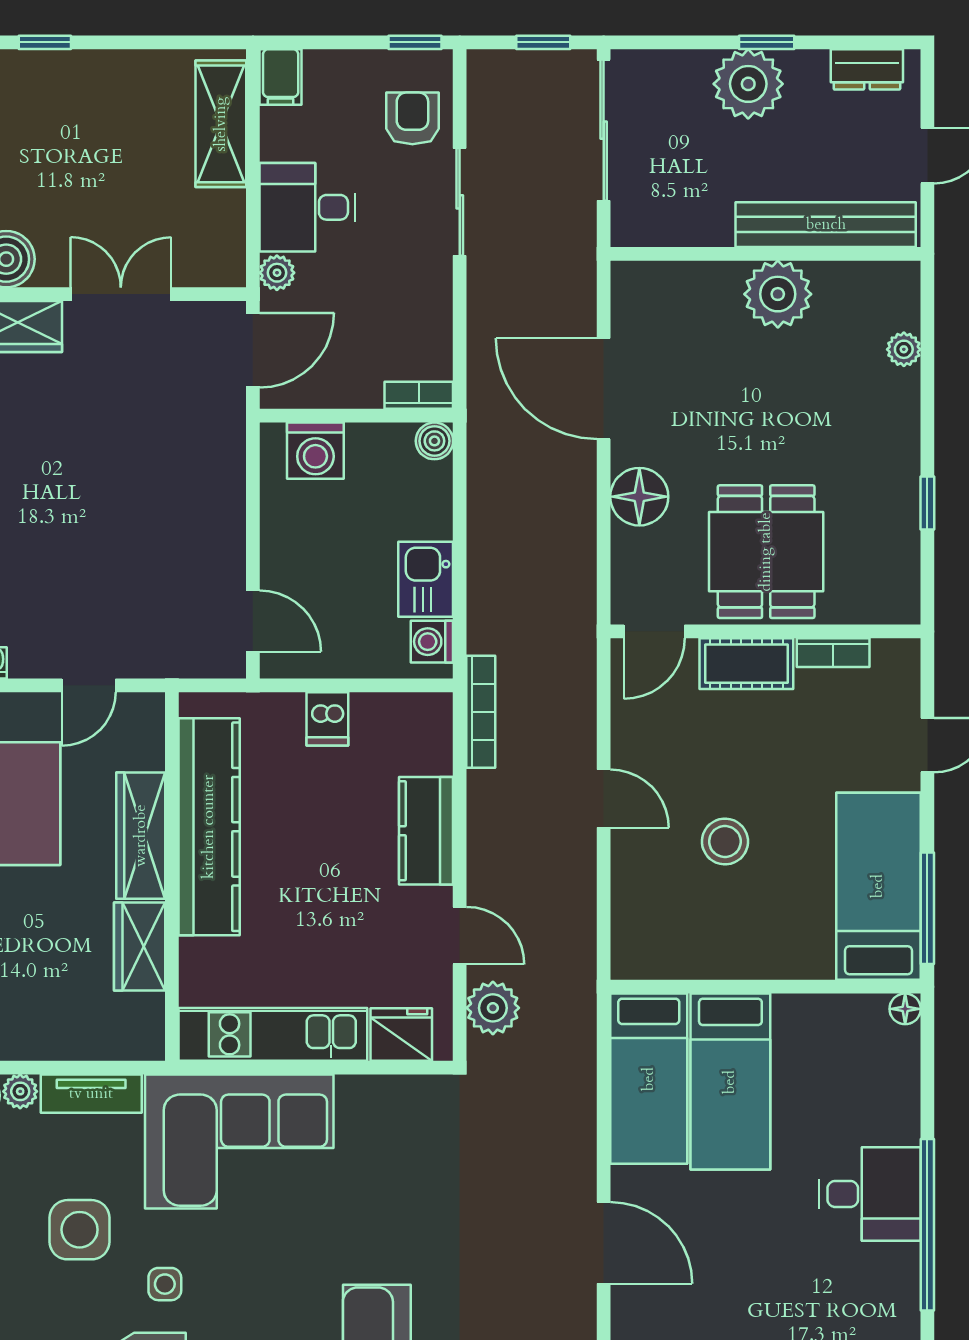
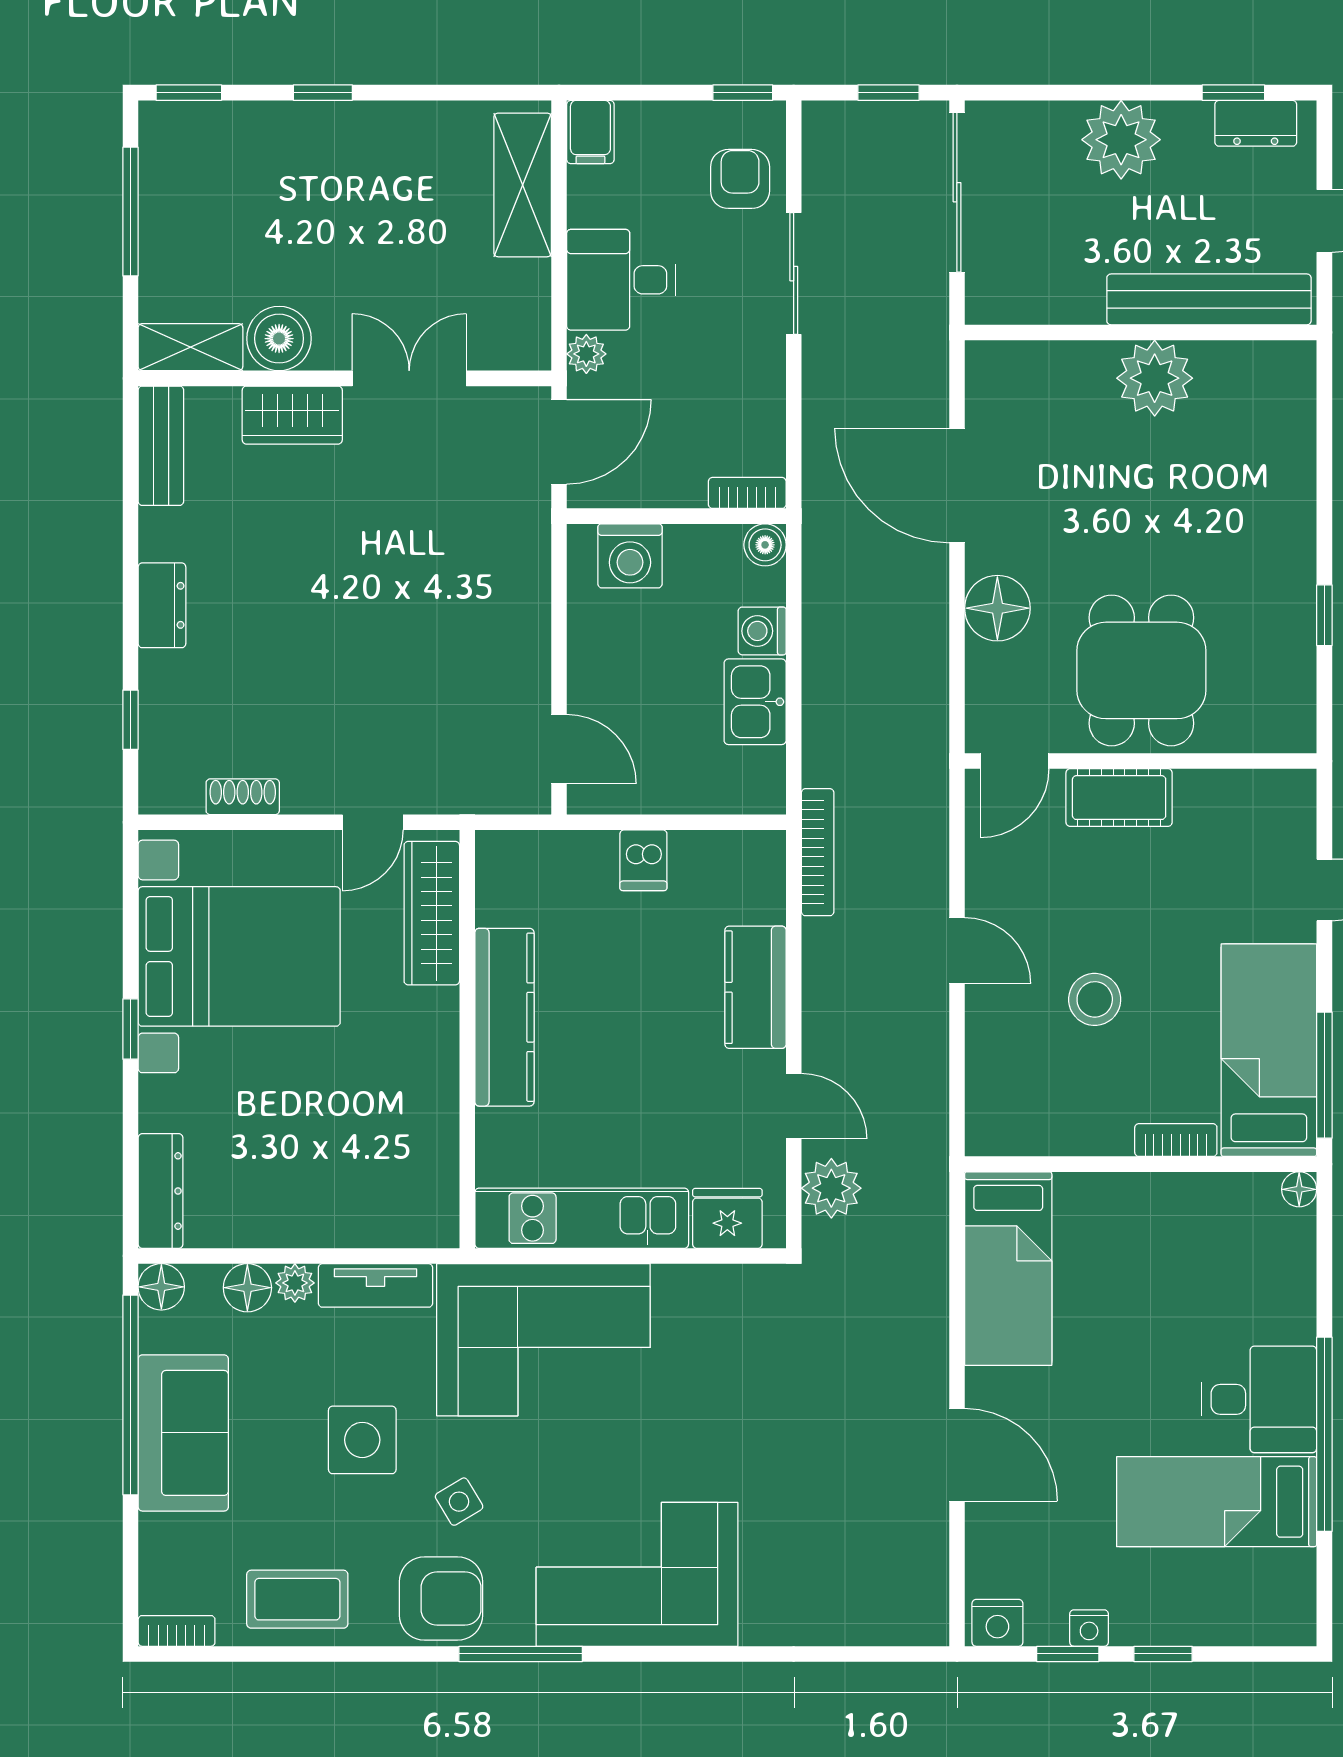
window: (767, 42) -> (1233, 93), moved
plant: (904, 349) -> (1298, 441), removed
washing machine: (432, 642) -> (762, 631), moved
bookcase: (833, 653) -> (1176, 1140), moved, turned 180
kitchen counter: (209, 827) -> (504, 1017), width x0.72, depth x0.86
wardrobe: (141, 836) -> (432, 913), moved
wardrobe: (140, 946) -> (430, 1118), removed
bed: (730, 1082) -> (1217, 1502), moved, turned 90
side table: (165, 1284) -> (459, 1502), turned -31

